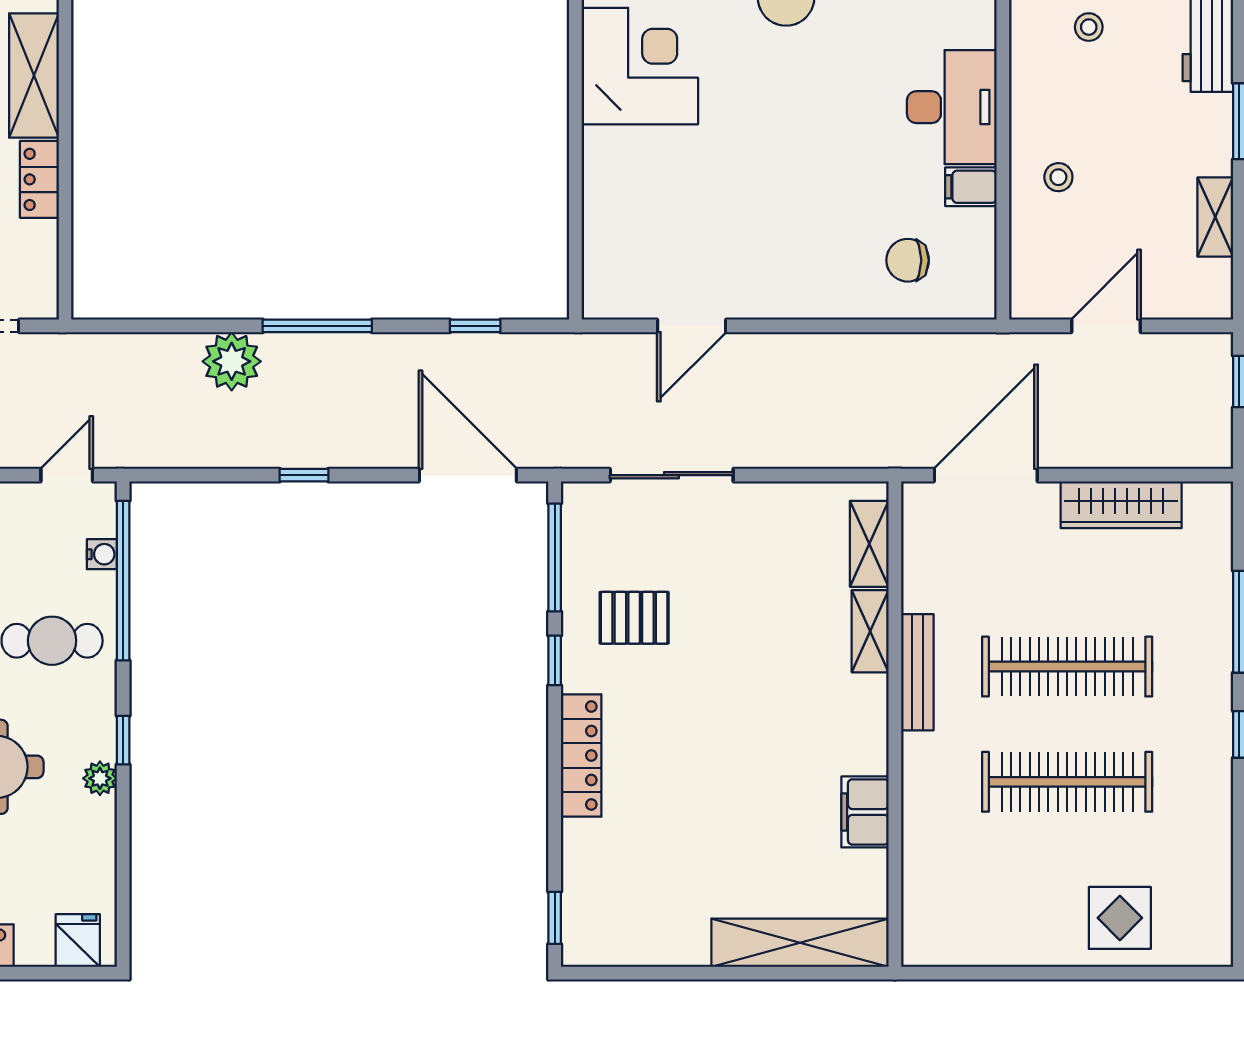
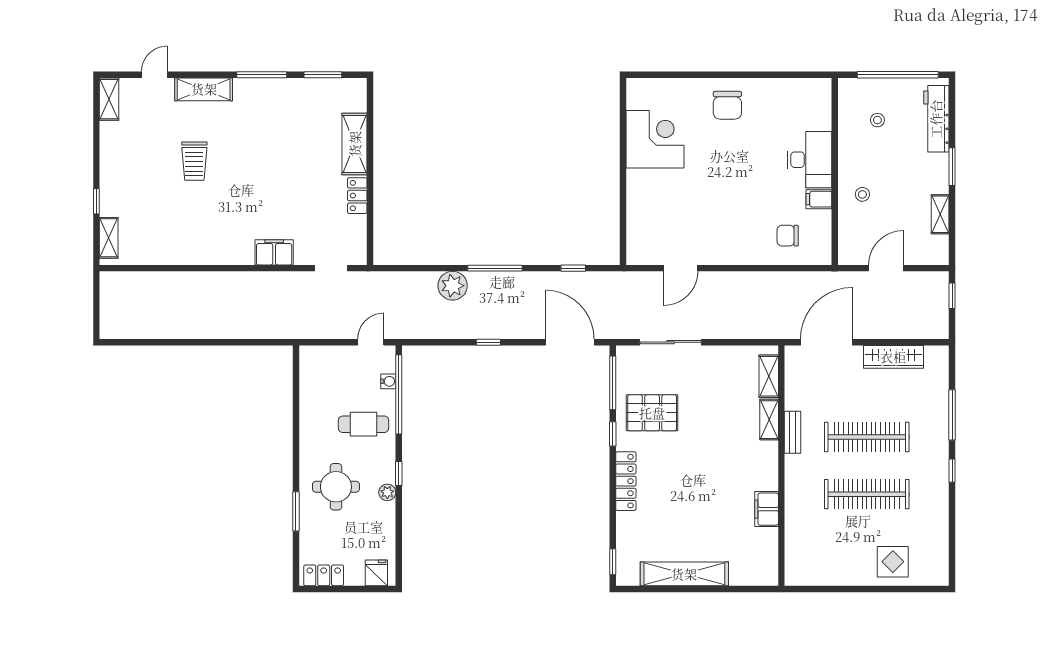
pallet: (634, 618) -> (652, 413), width x1.50, depth x1.42
bench: (917, 672) -> (793, 432), width x0.73
shelving: (800, 943) -> (684, 574), moved

